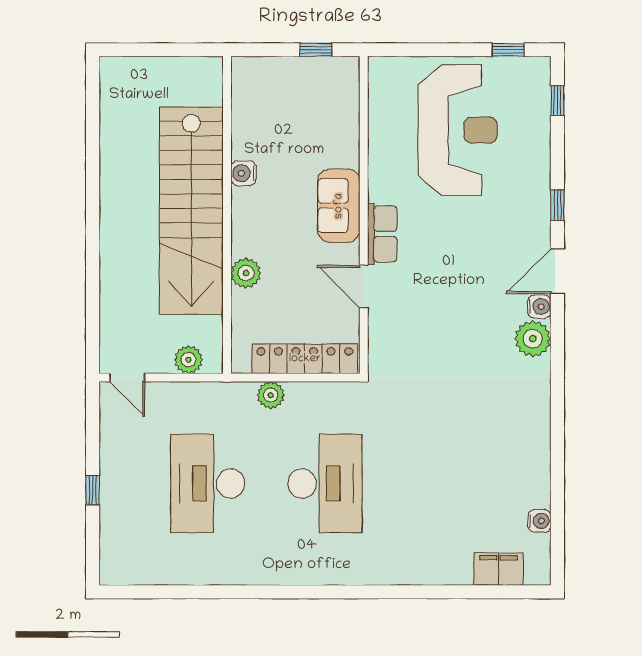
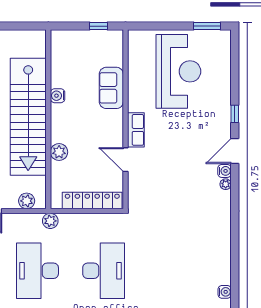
window: (508, 50) -> (207, 26), width x1.50
window: (557, 101) -> (235, 55), removed
sofa: (339, 206) -> (111, 88), moved
plant: (533, 339) -> (226, 184), width x0.53, depth x0.53
plant: (271, 395) -> (50, 221), moved

